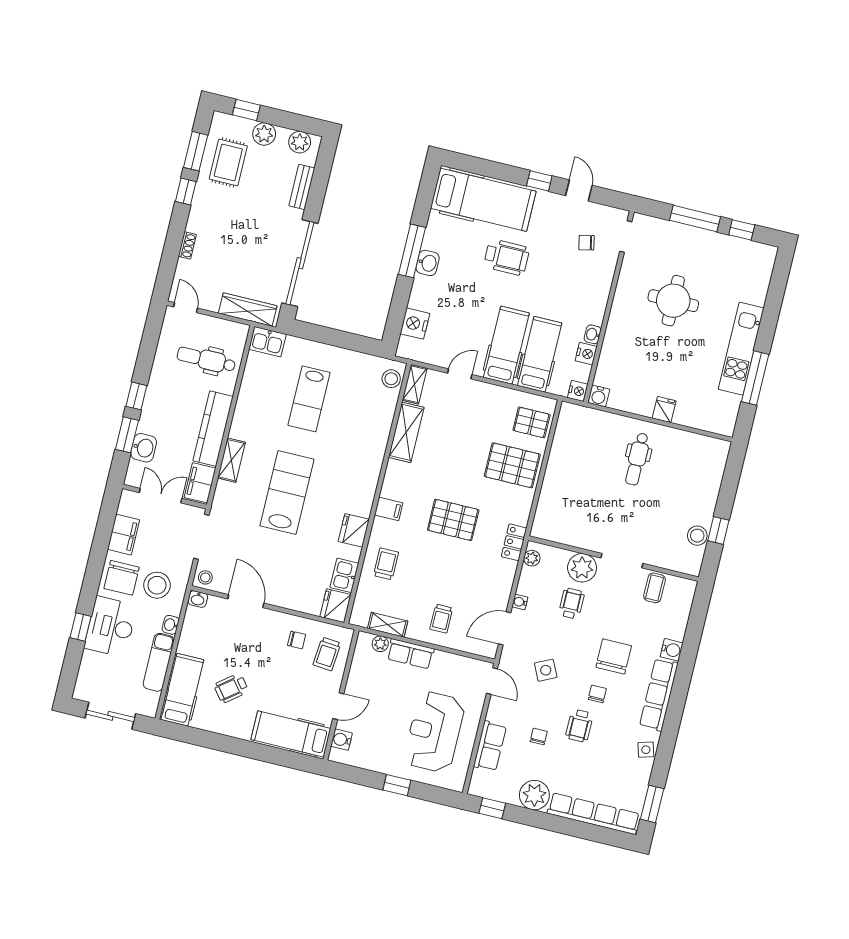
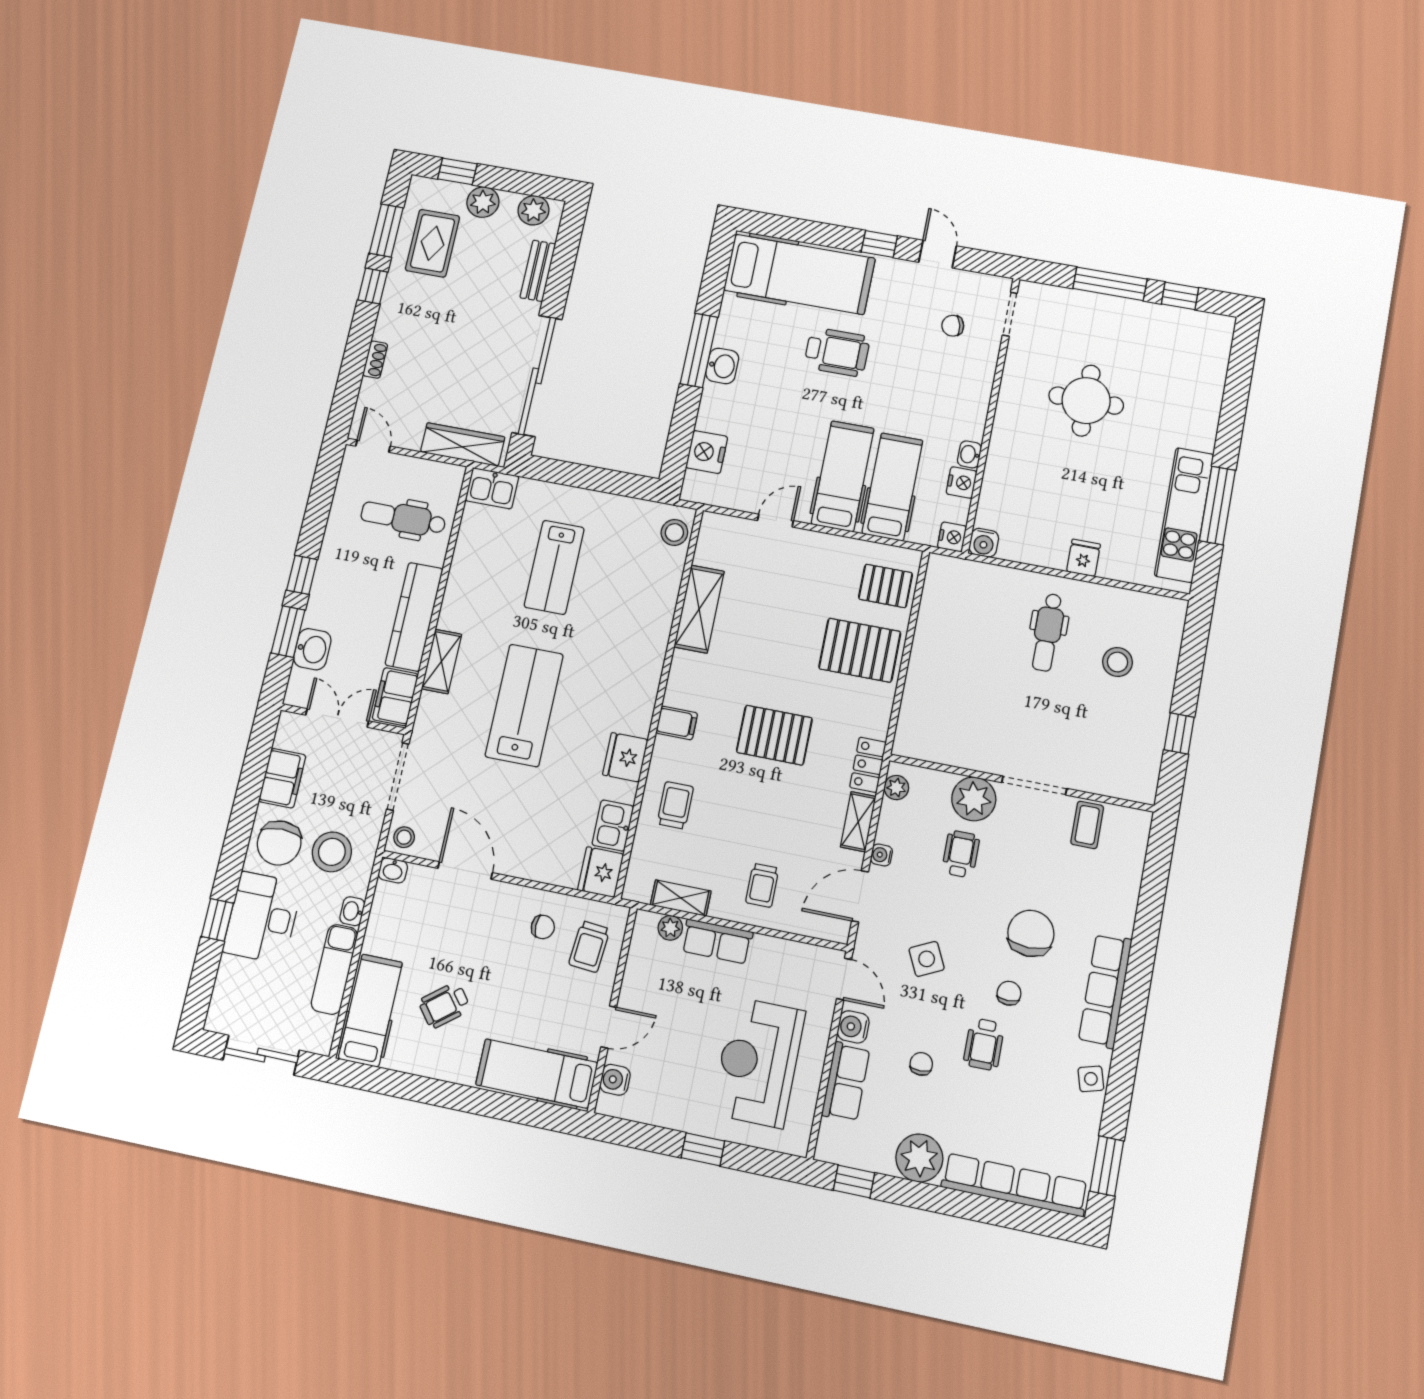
kitchen unit: (741, 349) -> (1184, 515), moved
shelving: (415, 384) -> (858, 822), moved
stool: (697, 536) -> (1117, 662), moved
water cooler: (672, 650) -> (853, 1027), moved, turned 180

